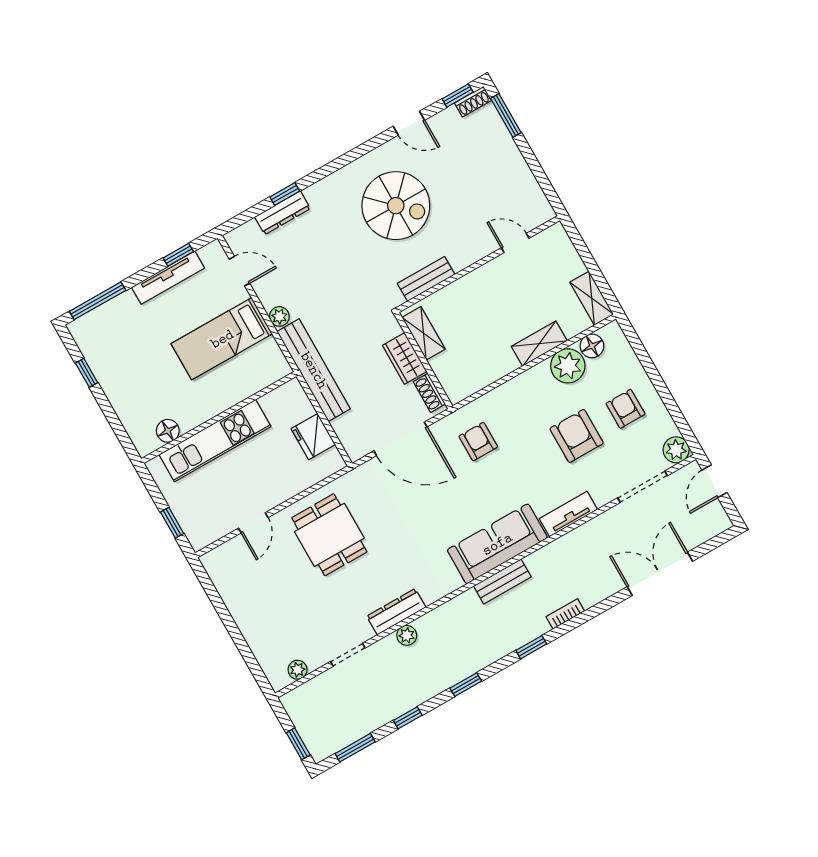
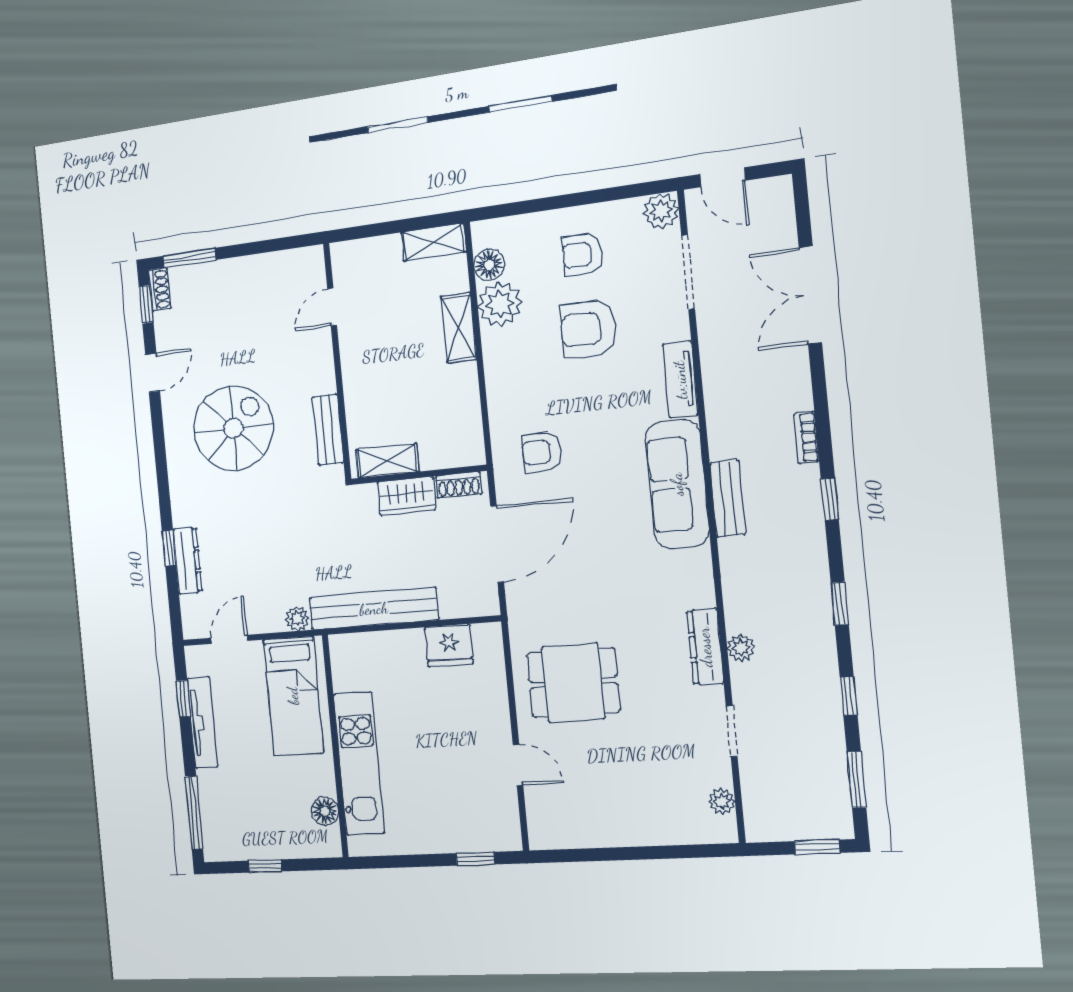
wall: (219, 418) -> (335, 746), moved
floor lamp: (168, 431) -> (325, 811), moved
kitchen unit: (215, 441) -> (359, 764), moved

